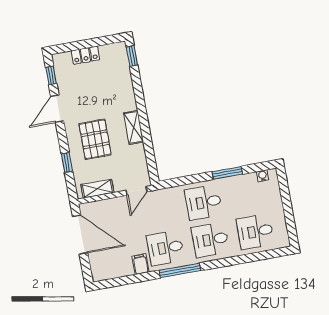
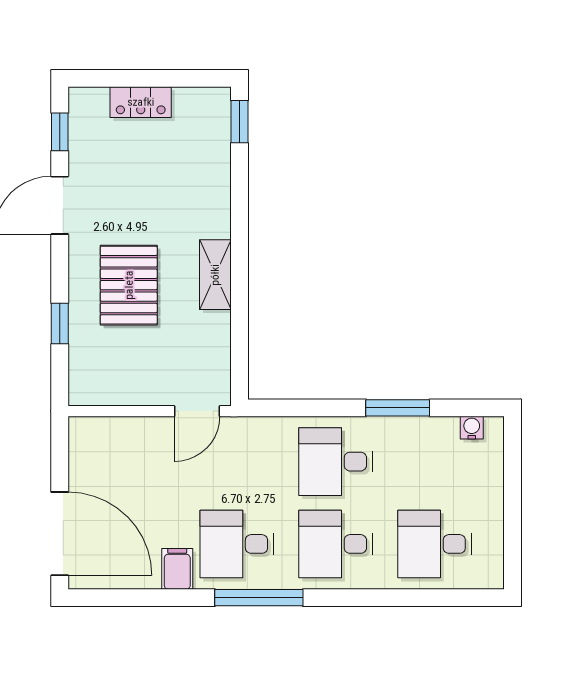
shelving: (97, 189) -> (114, 391), removed
door: (80, 235) -> (60, 534), moved

